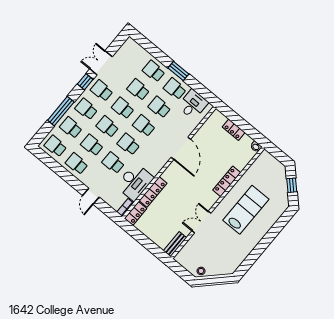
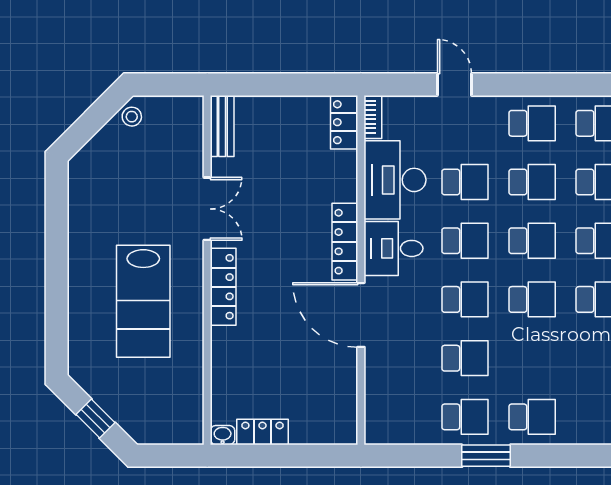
school desk: (138, 90) -> (532, 358), removed
desk: (193, 104) -> (394, 248), moved, turned 90
locker: (234, 130) -> (262, 432), moved
locker: (227, 181) -> (223, 287), moved
locker: (153, 192) -> (345, 242), moved

